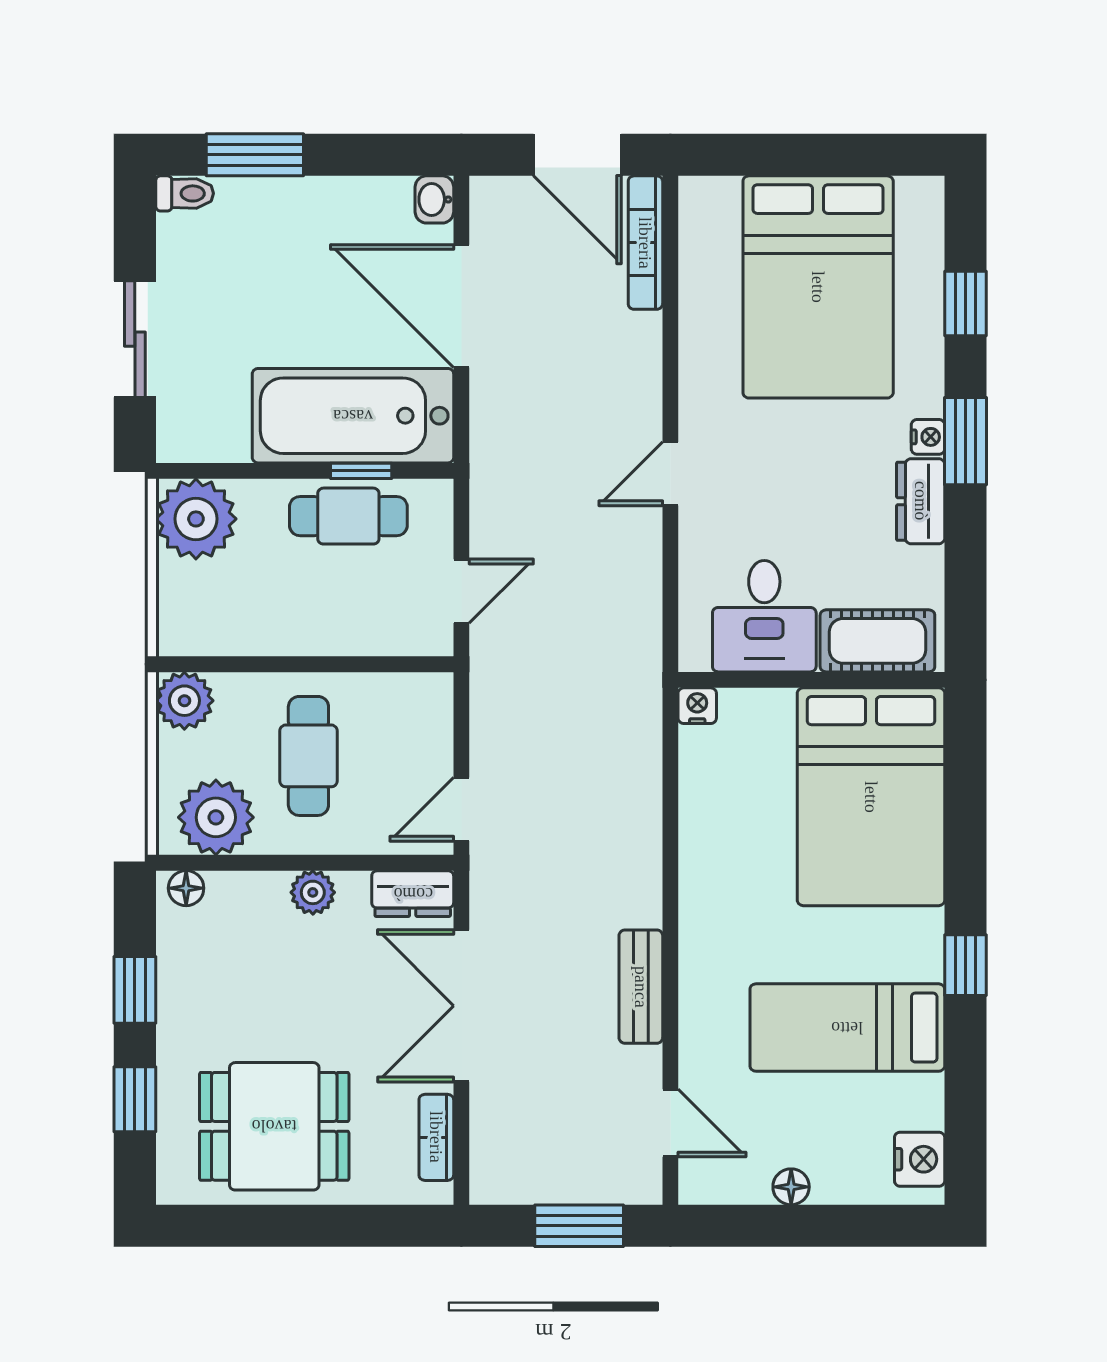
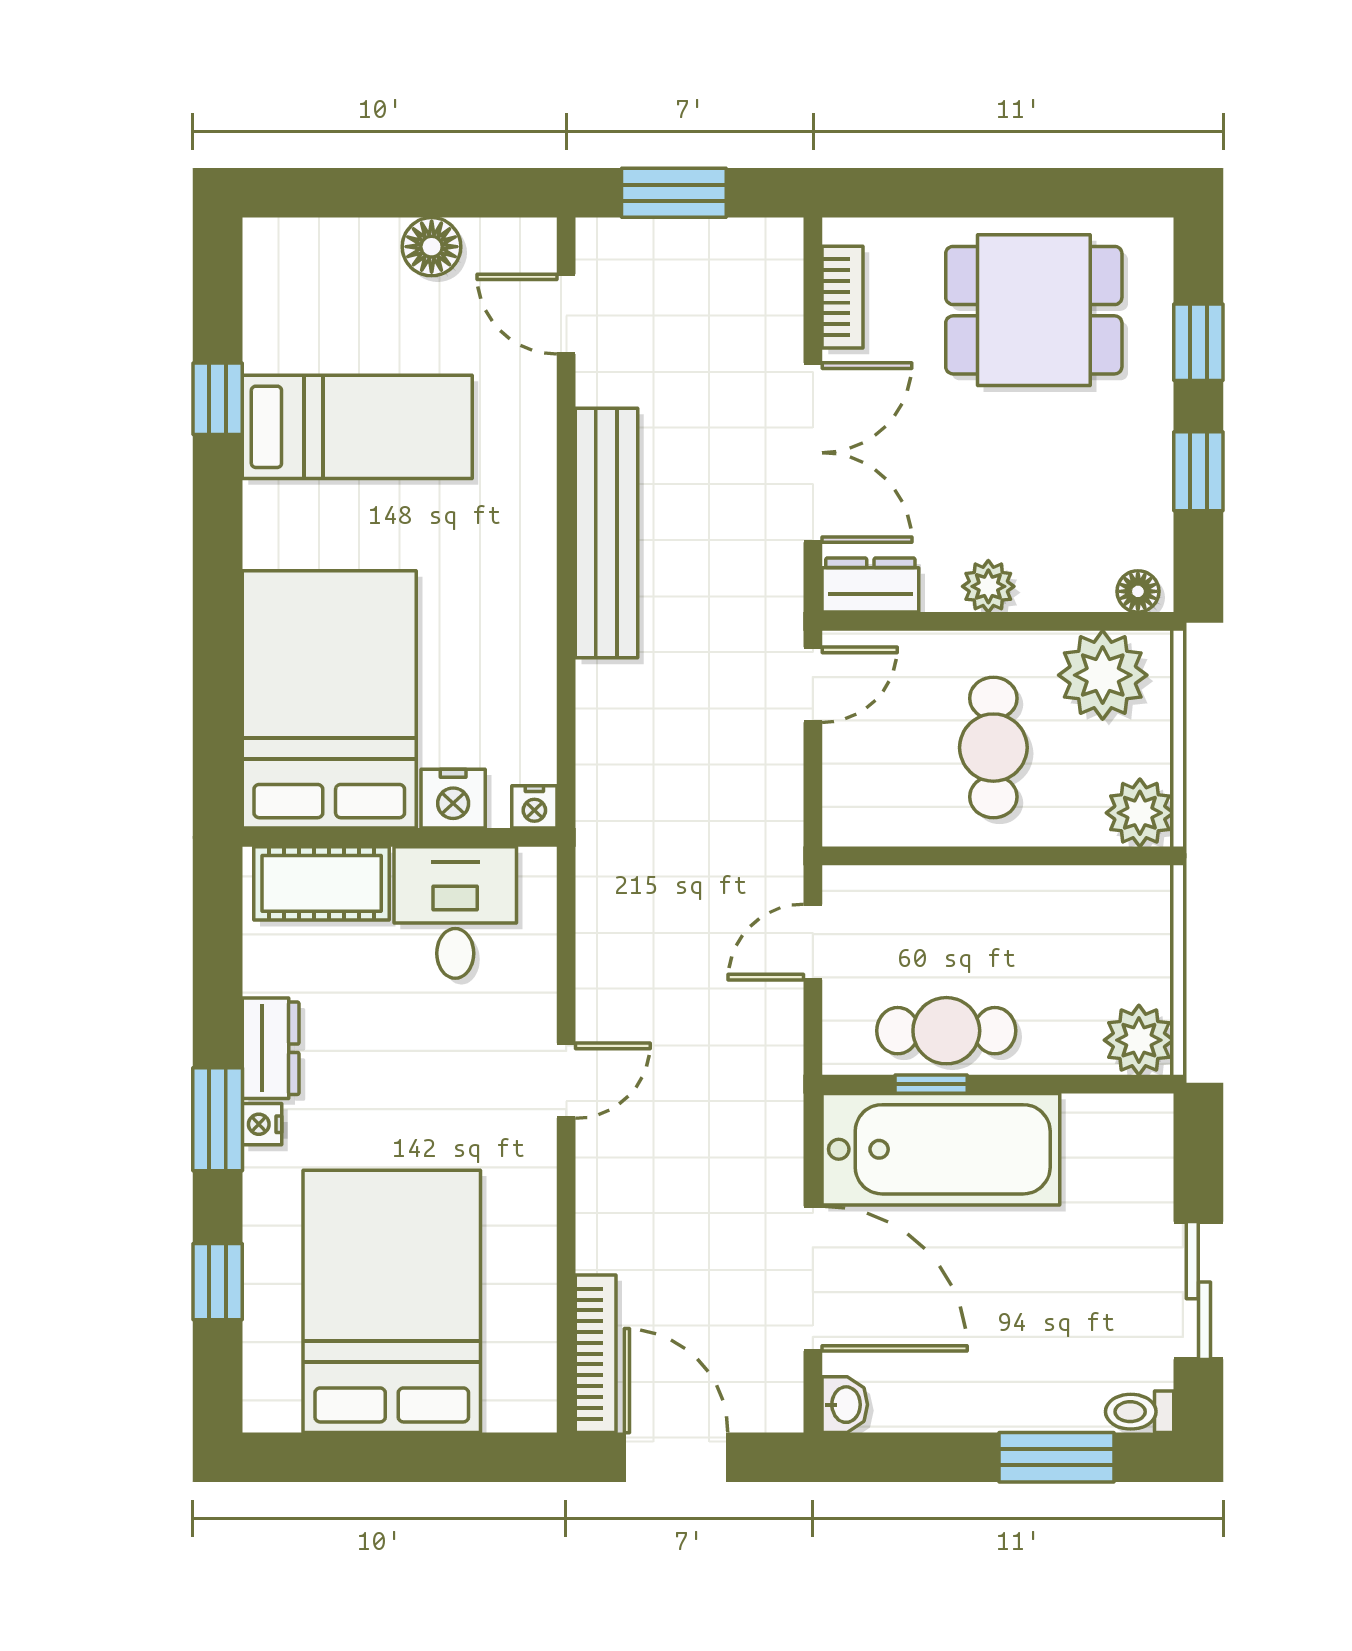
sliding door: (135, 339) -> (1198, 1290), moved
plant: (196, 519) -> (1139, 1040), width x0.73, depth x0.73
window: (965, 965) -> (218, 399), moved
bench: (641, 987) -> (606, 533), width x1.86, depth x1.21
nightstand: (920, 1159) -> (453, 799), moved, turned -90
floor lamp: (791, 1187) -> (432, 247), width x1.37, depth x1.37

